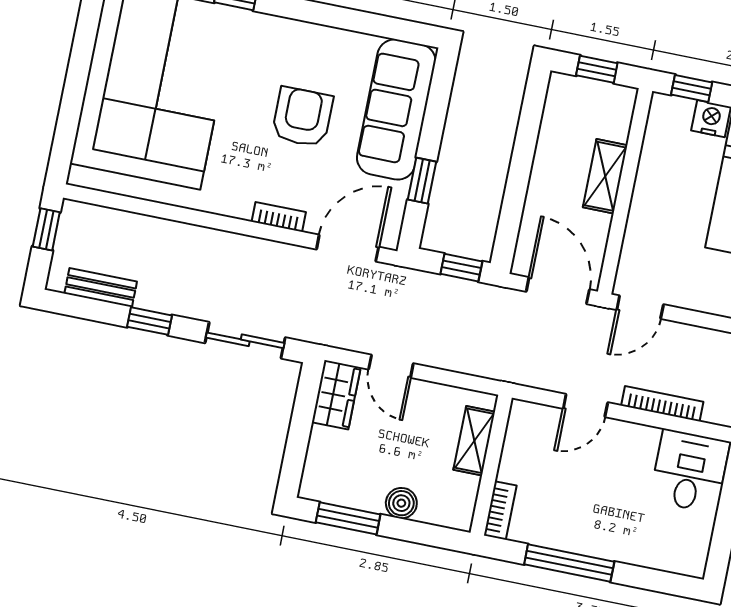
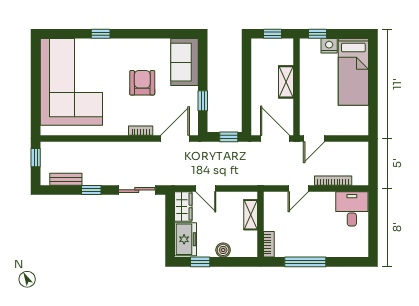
sofa: (396, 109) -> (184, 62), width x0.73
freezer: (327, 465) -> (186, 239), added
window: (348, 518) -> (200, 262), width x0.67

